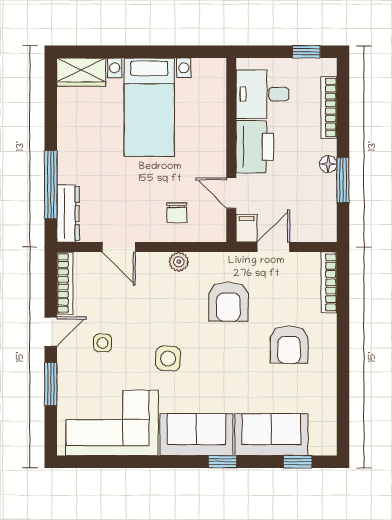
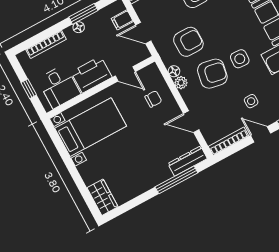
window: (306, 52) -> (29, 89), moved
bed with nightstands: (149, 107) -> (91, 127), moved
door: (231, 193) -> (125, 74), hinge flipped
filing cabinet: (247, 228) -> (122, 20), moved
door: (119, 247) -> (191, 122), swing flipped
floor lamp: (199, 261) -> (174, 71), added
armchair: (168, 311) -> (212, 74), added

